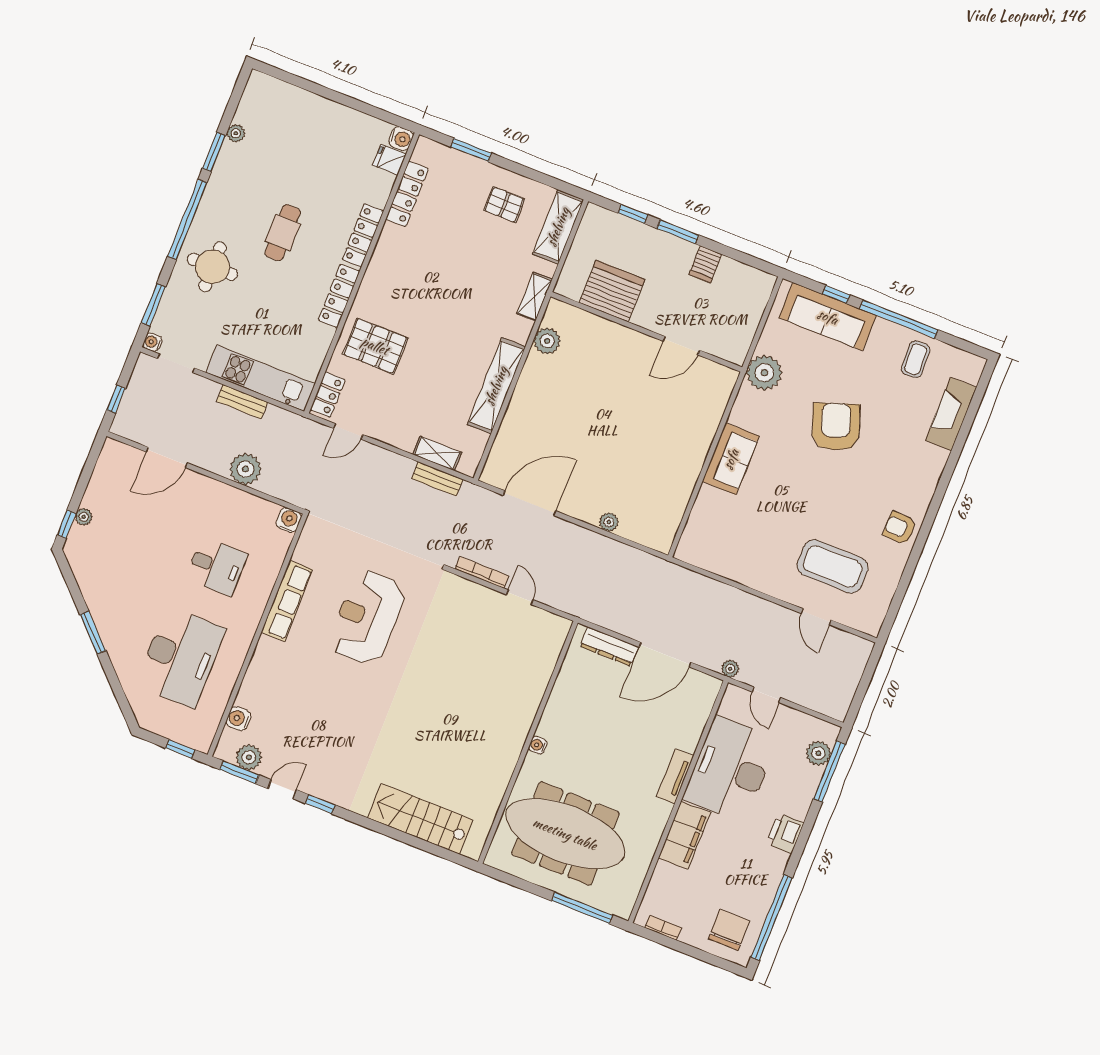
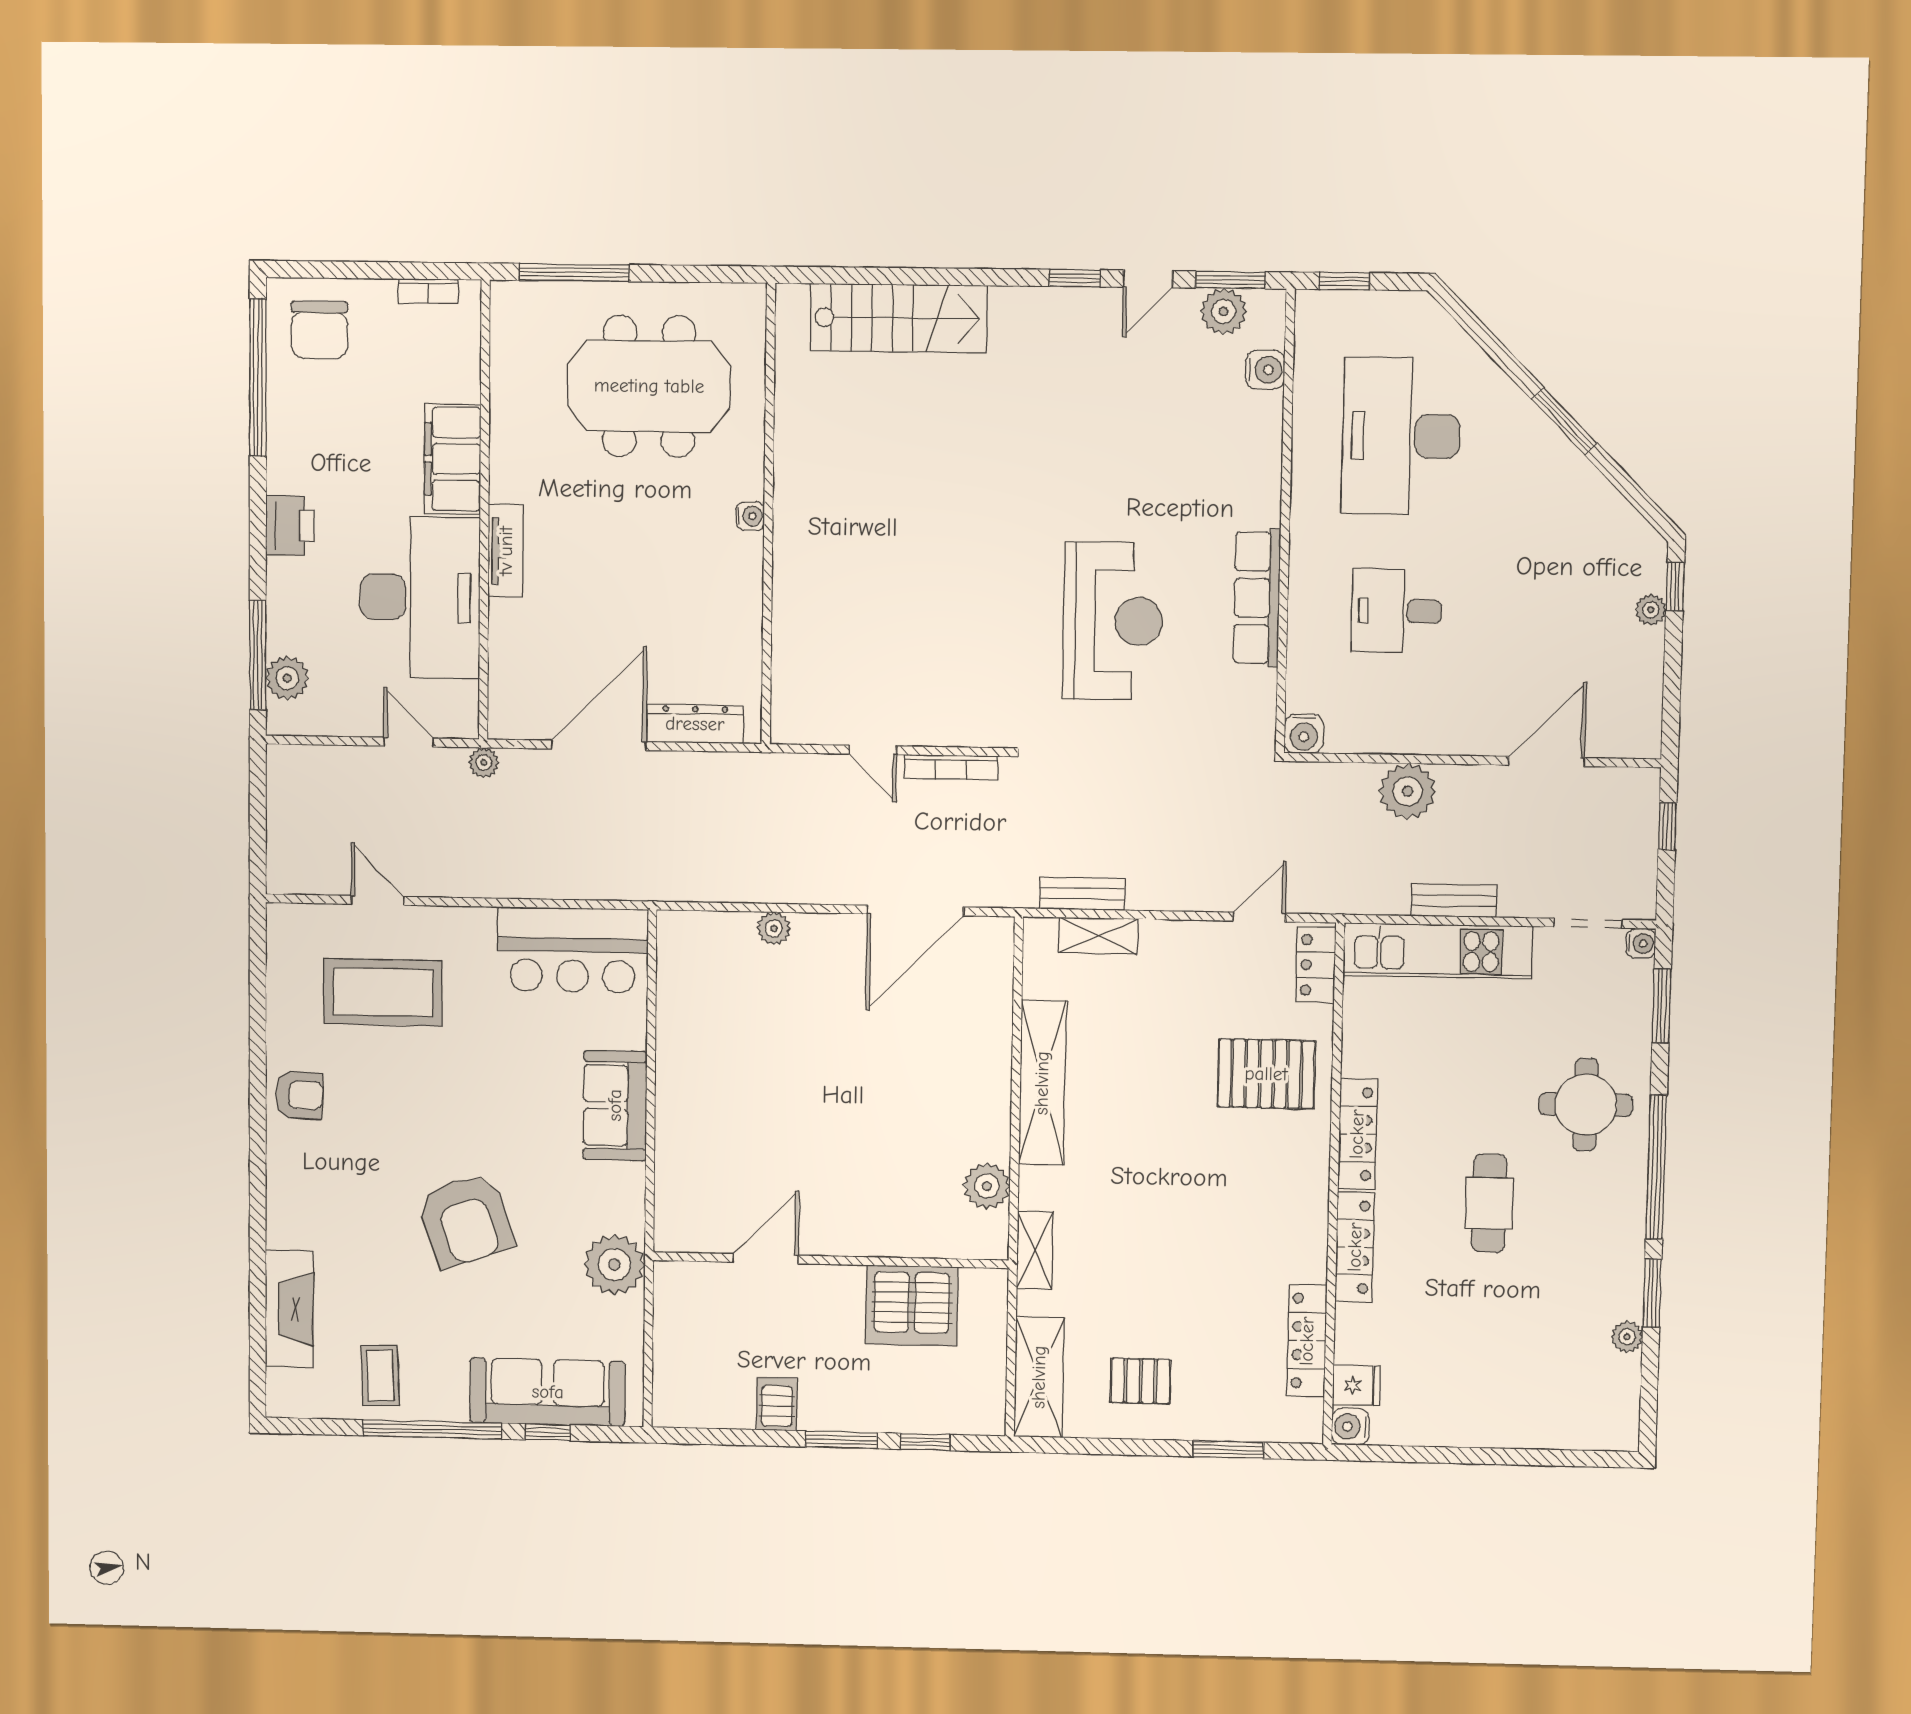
bar counter: (721, 551) -> (573, 950), added
meeting table: (565, 834) -> (649, 386), width x0.73

